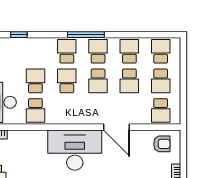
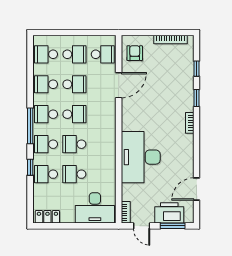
window: (19, 35) -> (30, 167), moved
school desk: (35, 110) -> (46, 174), moved, turned 180
door: (116, 127) -> (119, 85), moved
desk: (75, 150) -> (141, 157), moved

